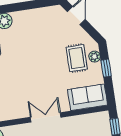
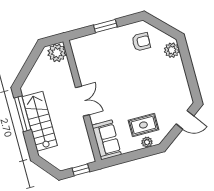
window: (106, 68) -> (137, 155), removed

